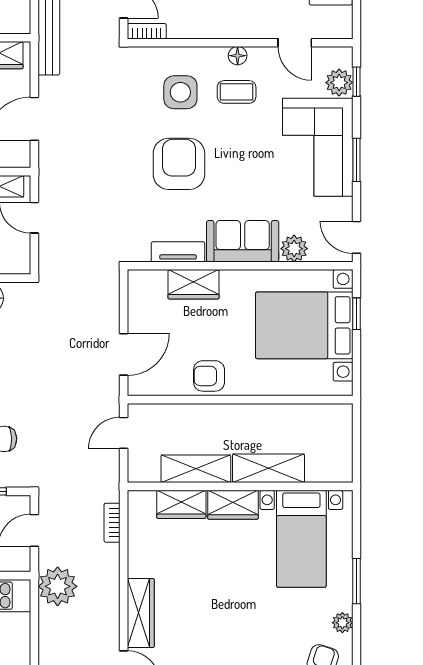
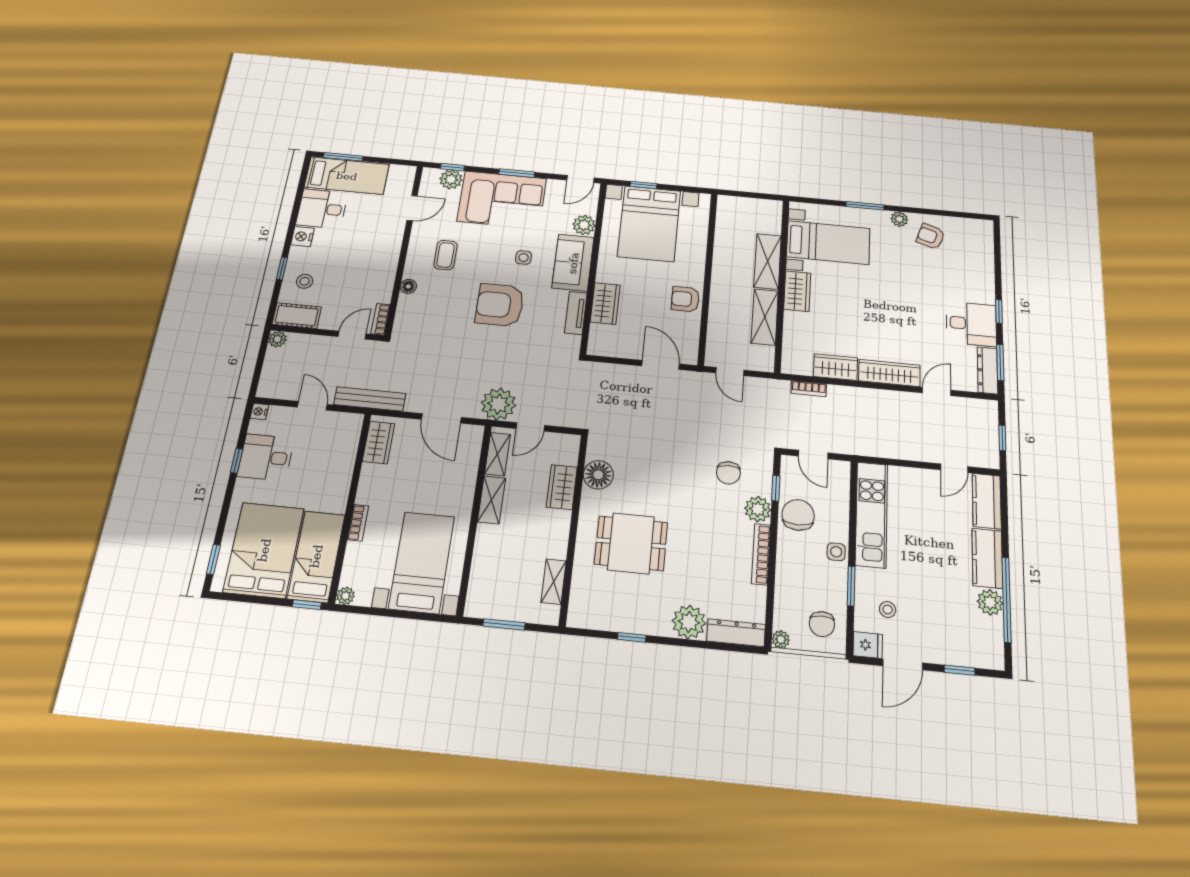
floor lamp: (238, 56) -> (408, 286), moved
side table: (180, 92) -> (524, 258), moved, width x0.54, depth x0.54
armchair: (209, 376) -> (685, 299), turned 90
wardrobe: (181, 504) -> (836, 367), moved, turned -90
plant: (58, 586) -> (499, 404), moved

